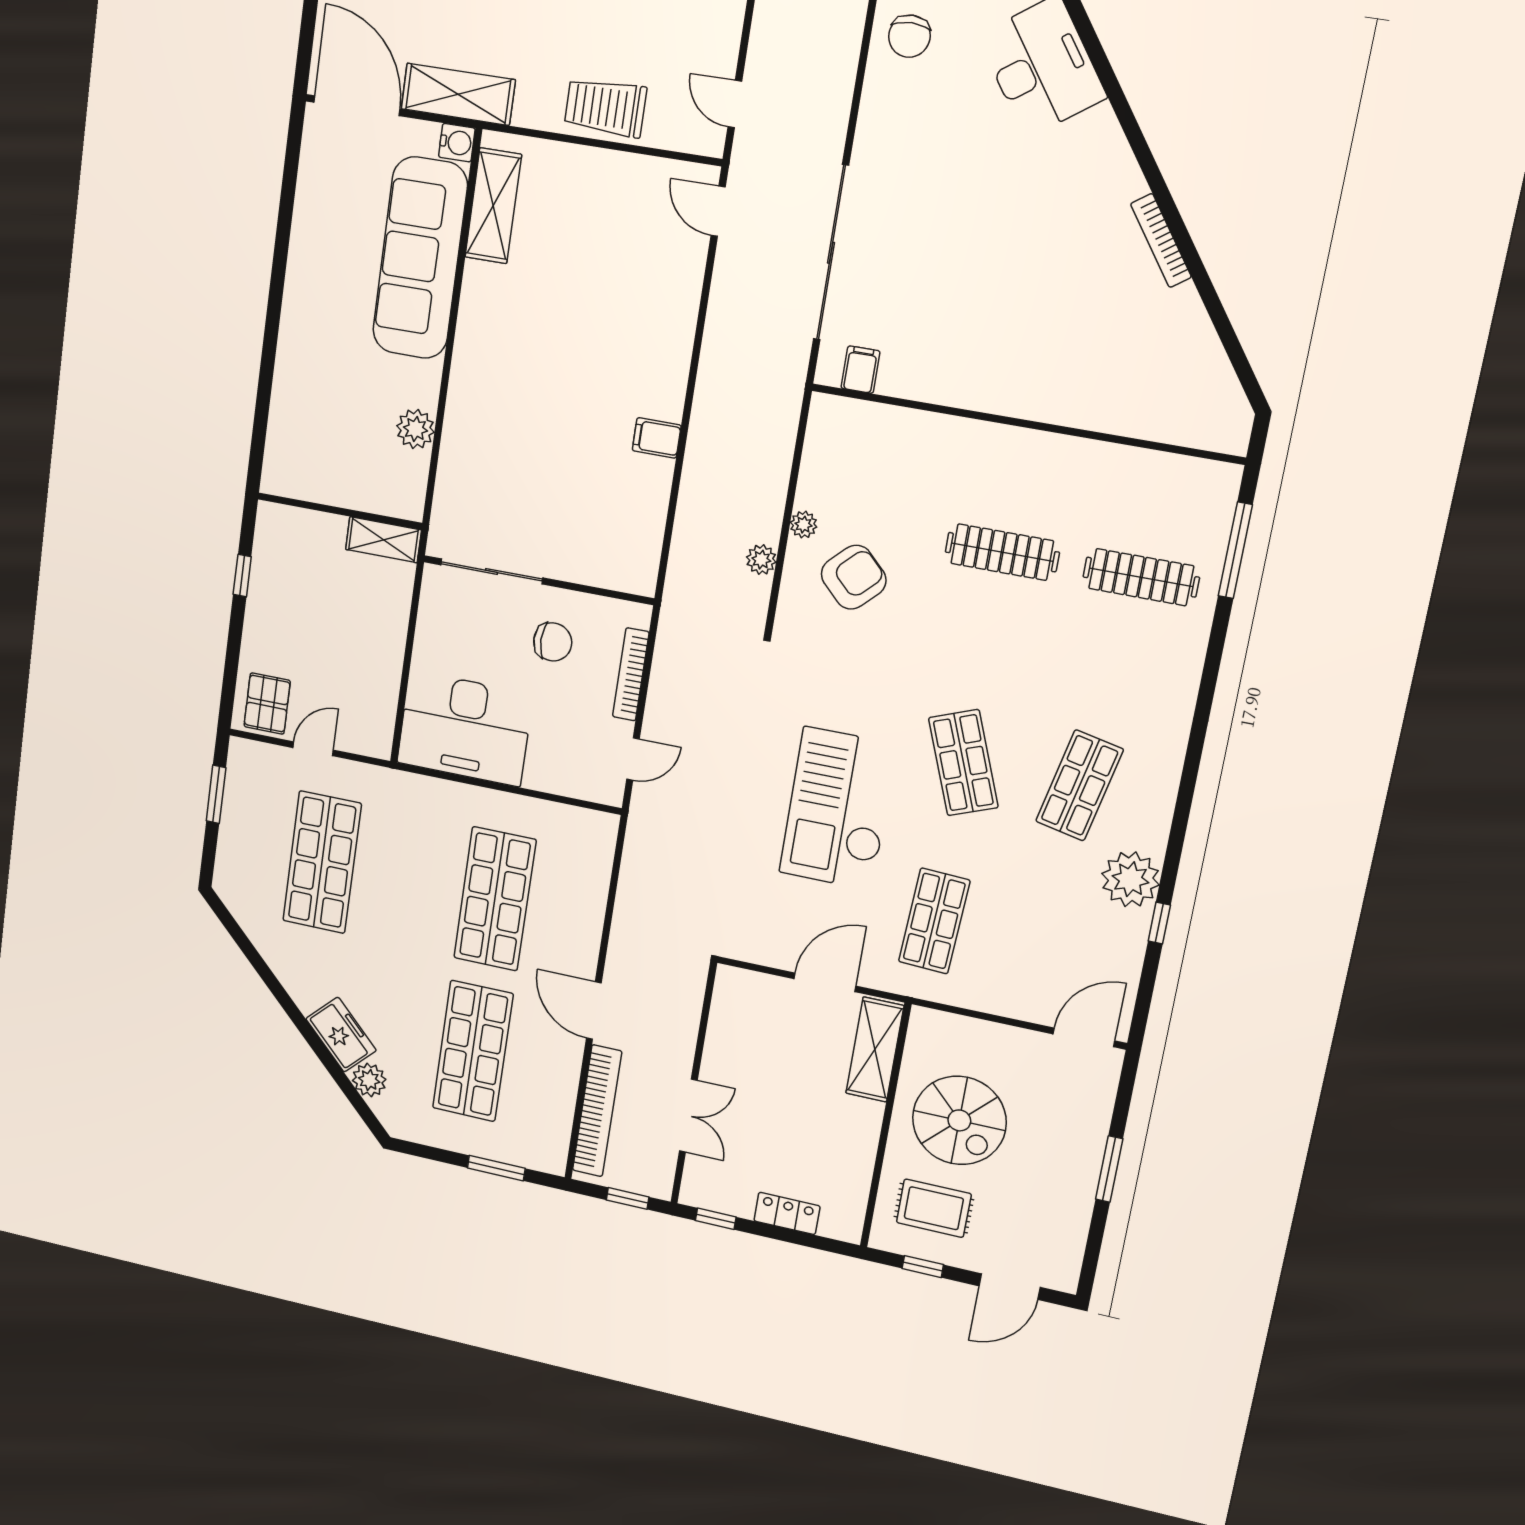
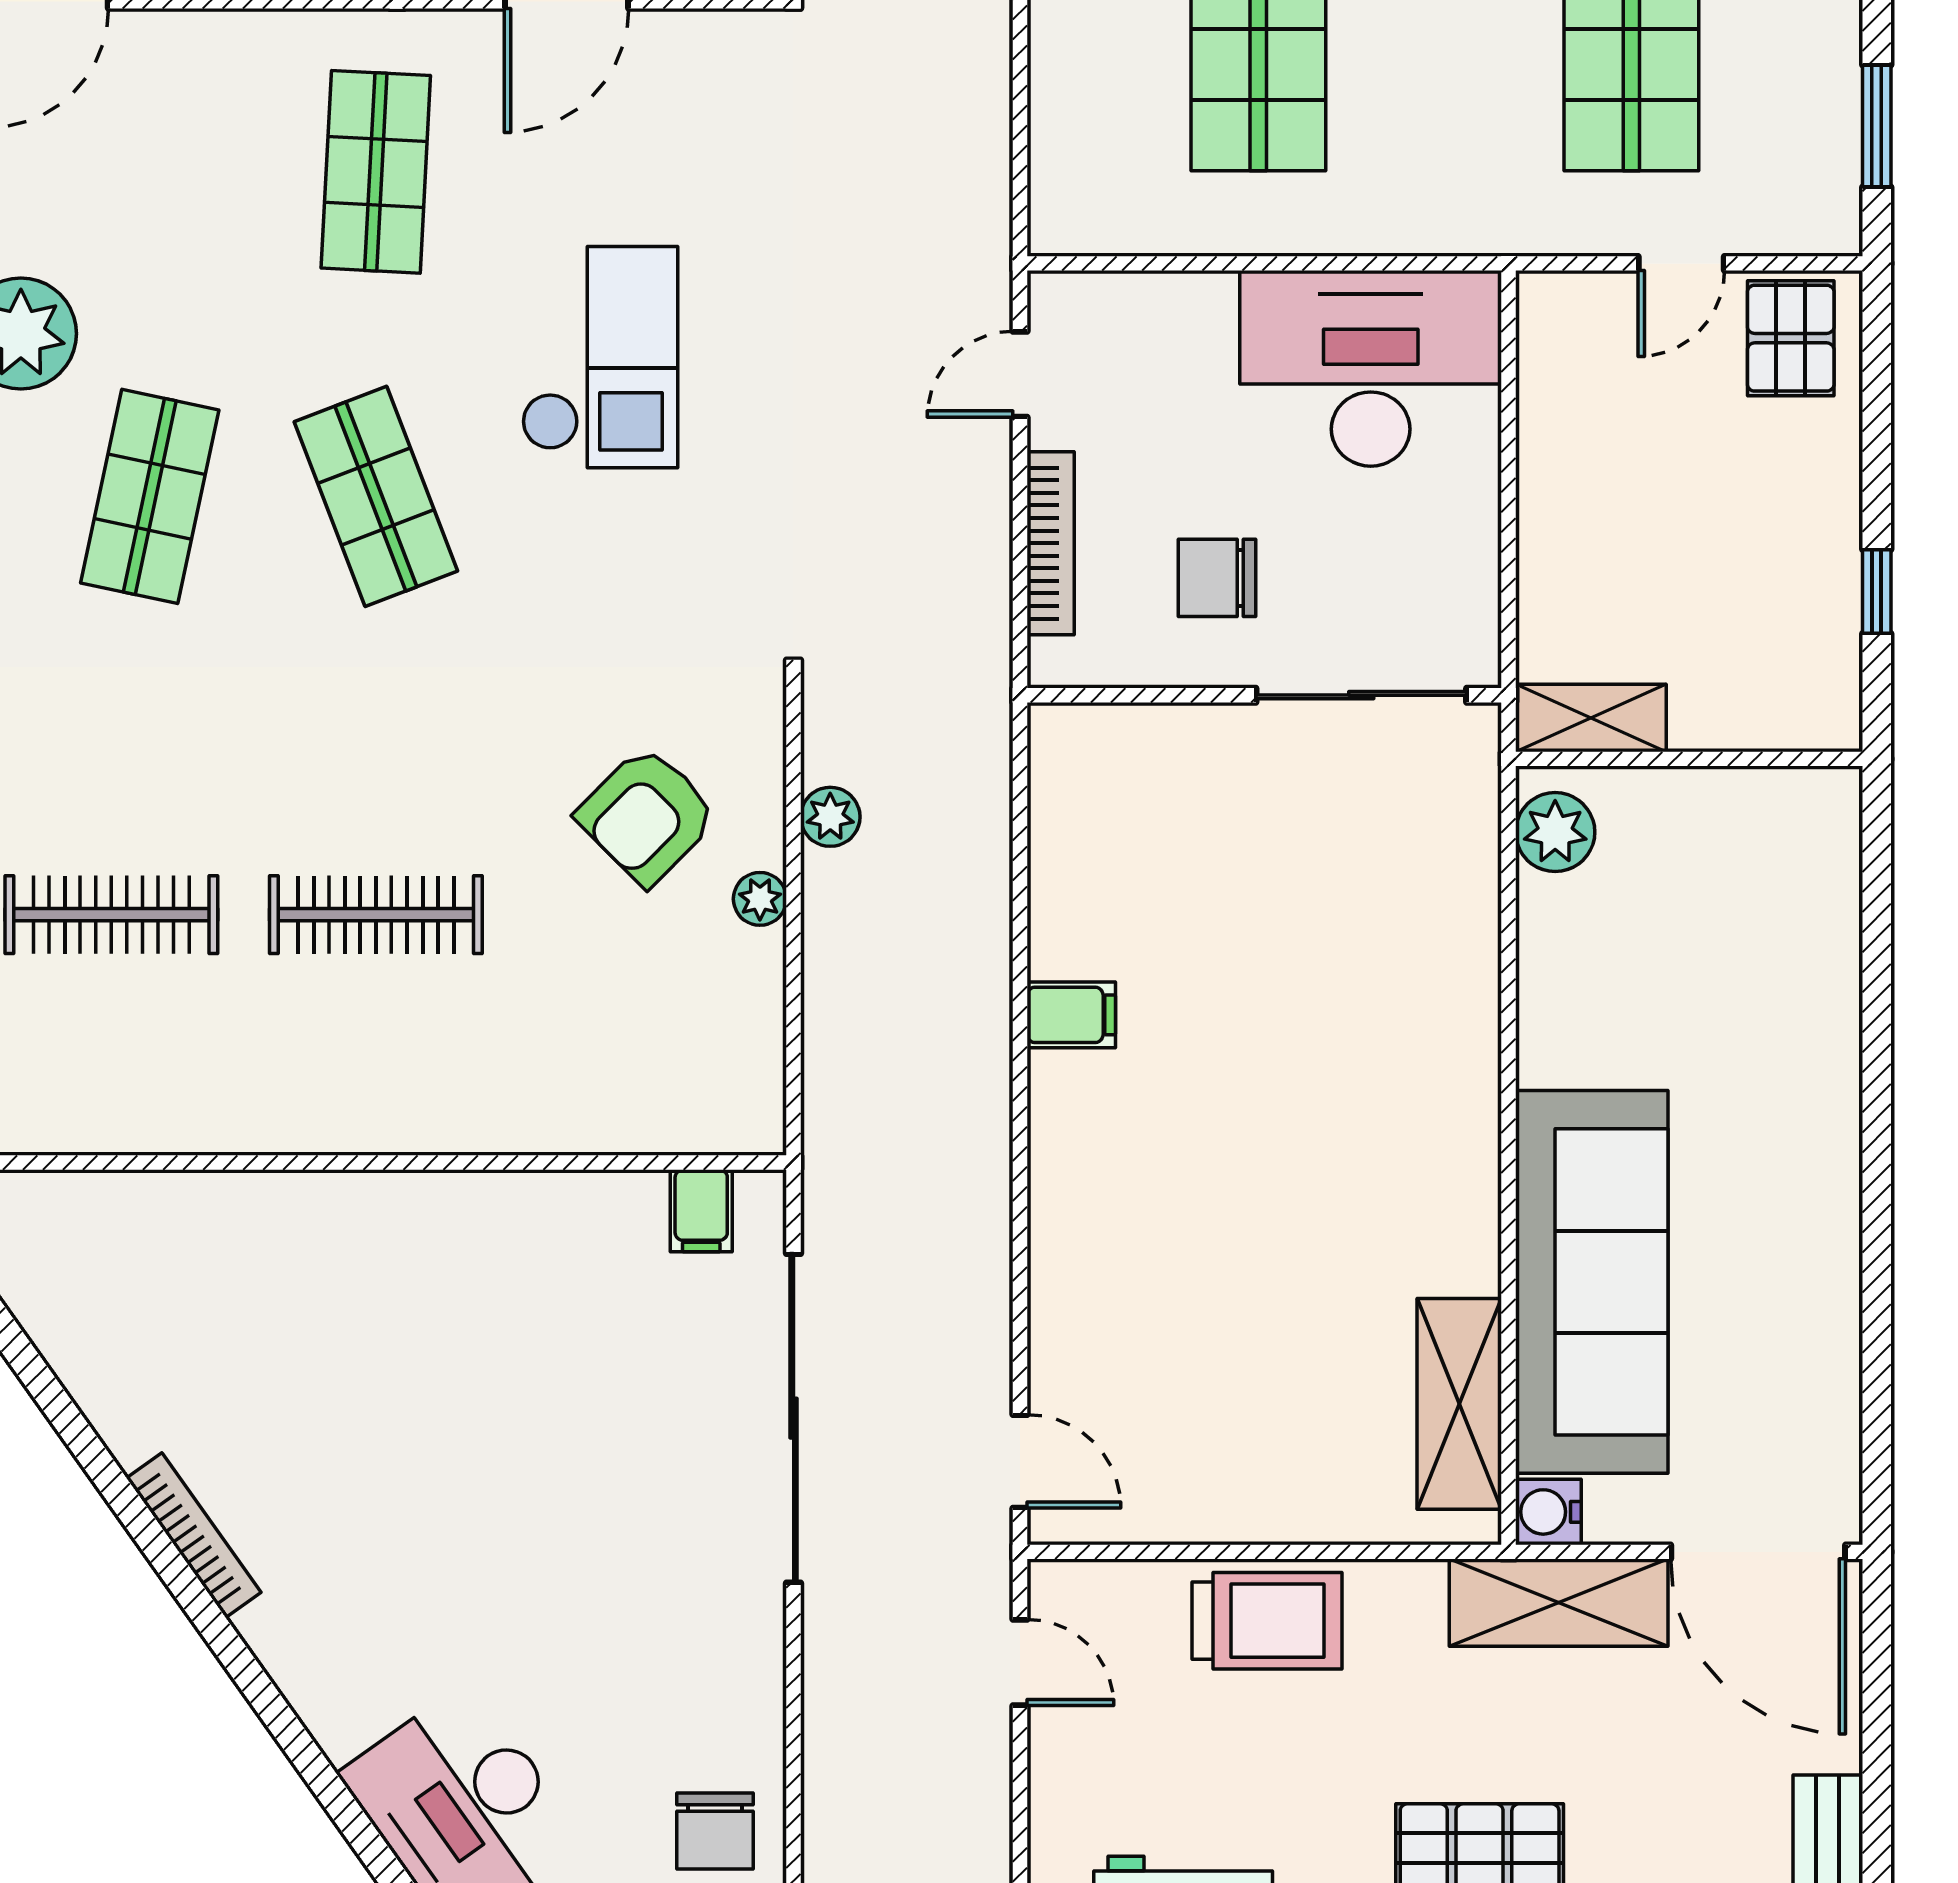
chair: (909, 36) -> (715, 1831), turned 180
plant: (415, 429) -> (1555, 832), moved
checkout: (838, 809) -> (600, 357), width x0.73, depth x0.83

